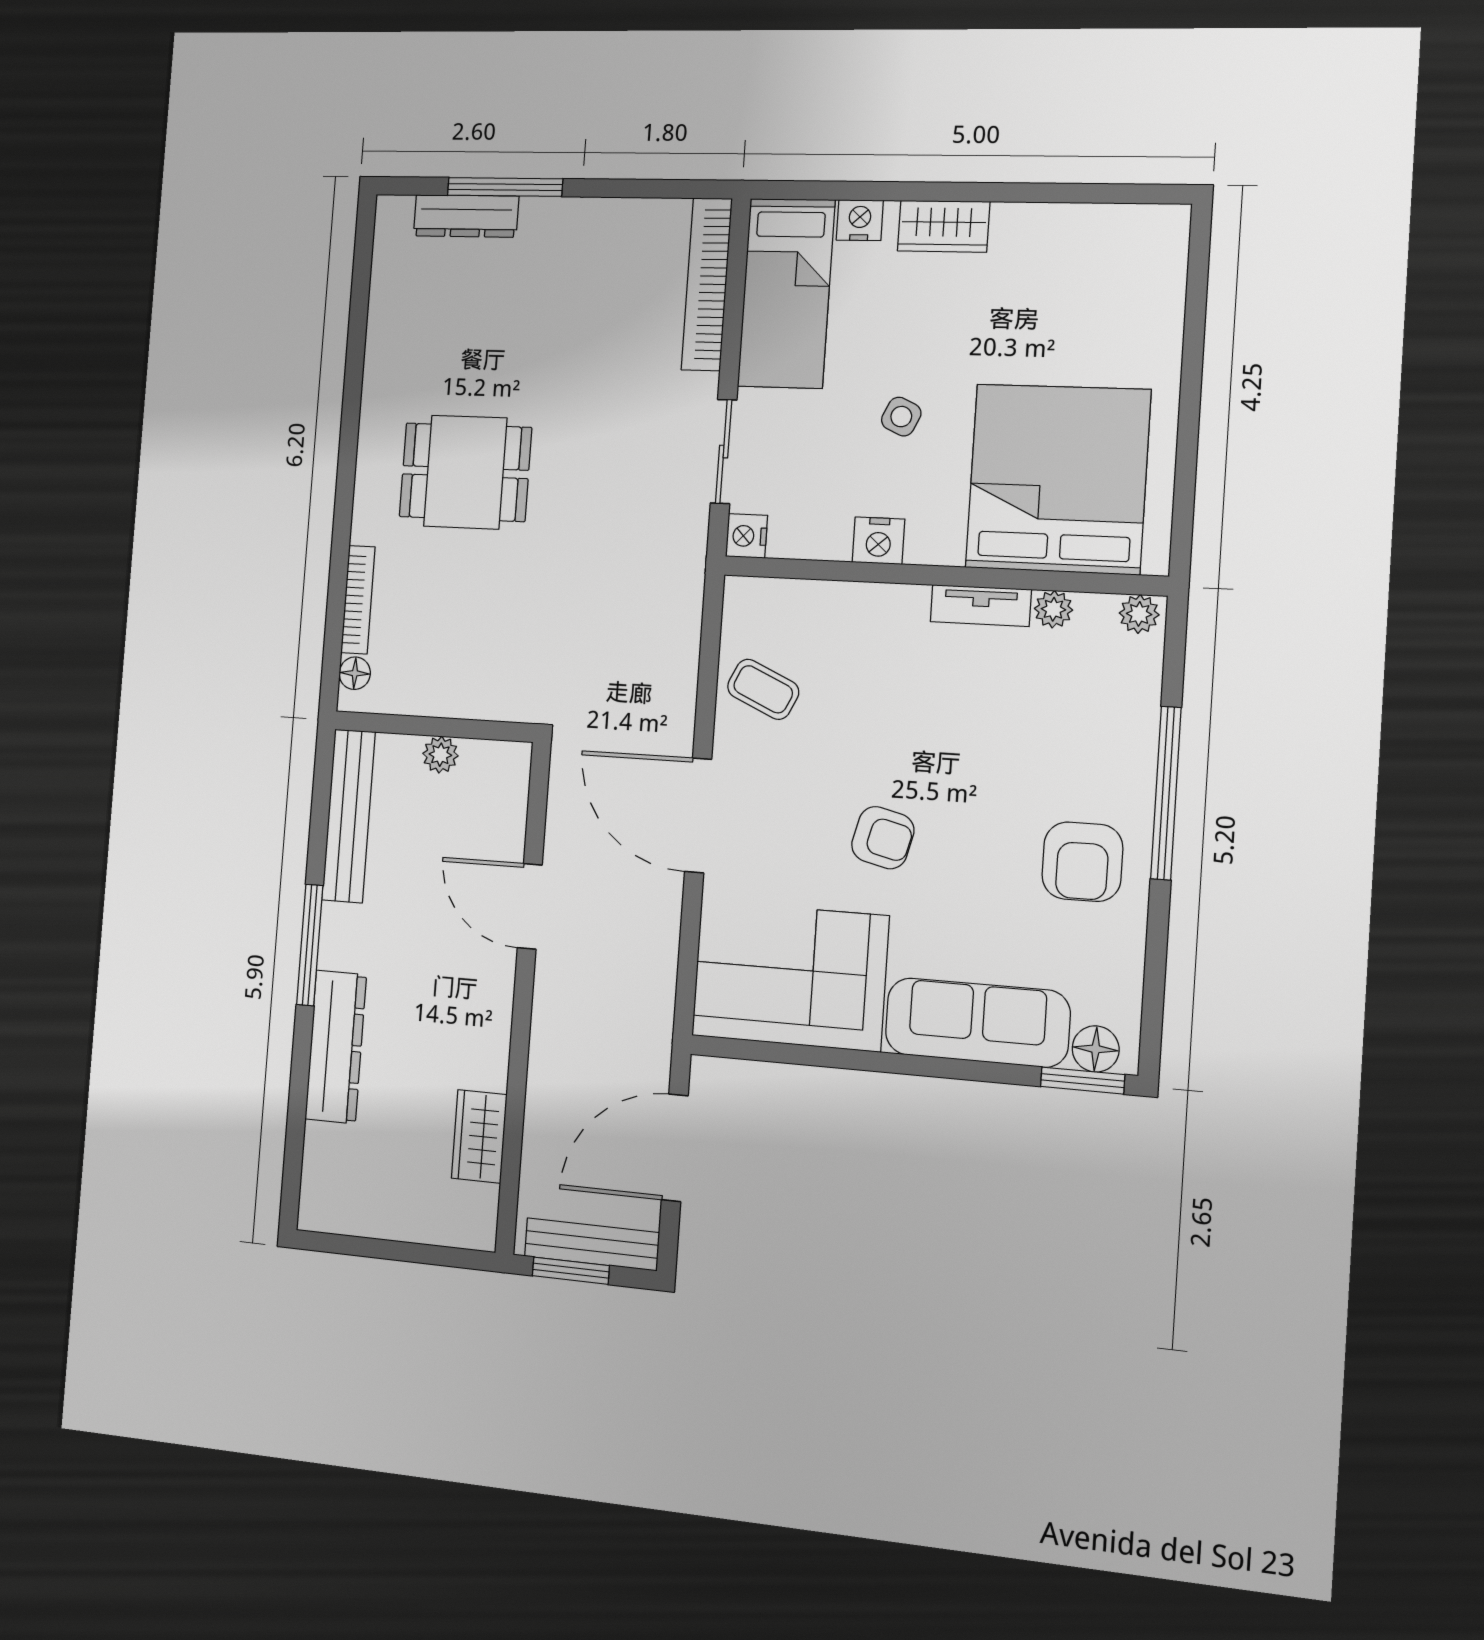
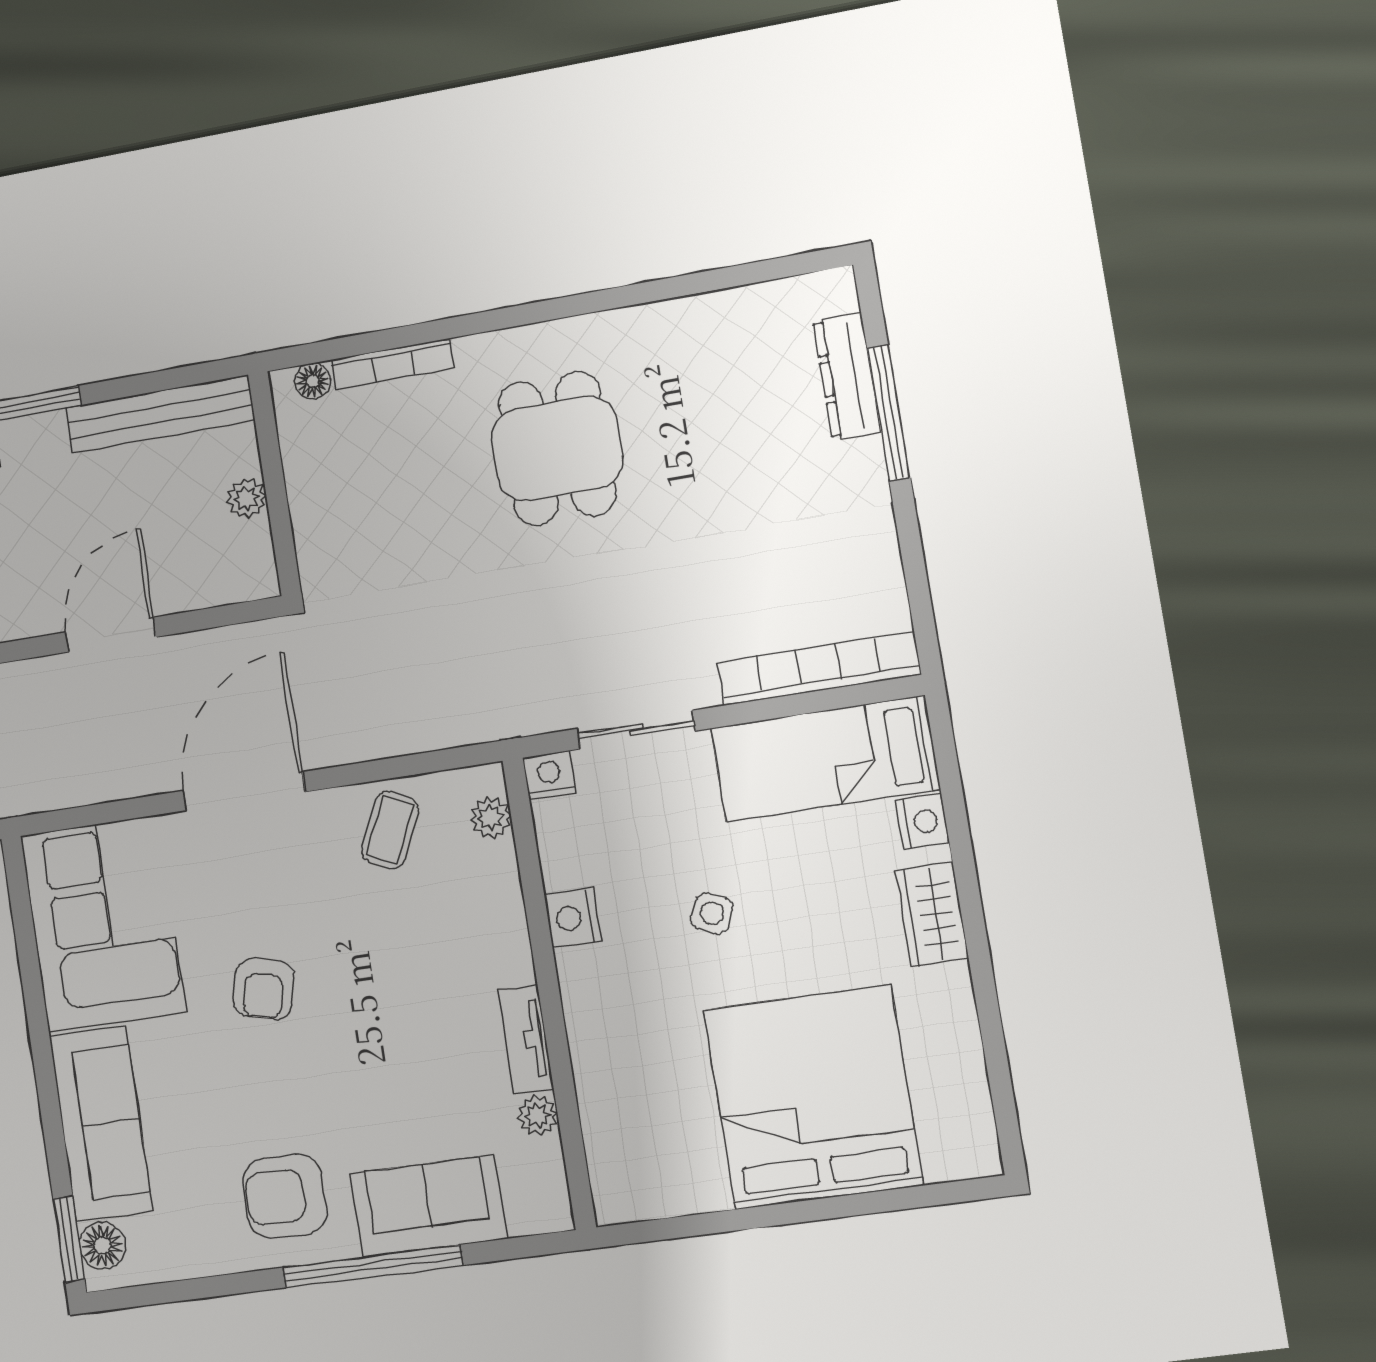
bed: (1058, 479) -> (813, 1097), moved, turned -90
plant: (1139, 614) -> (491, 818), moved
sofa: (1119, 728) -> (429, 1206), added

